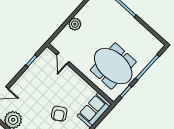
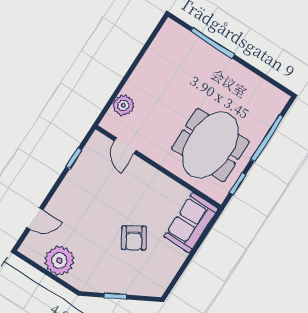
plant: (75, 24) -> (123, 105), moved
meeting table: (113, 66) -> (210, 145), turned 90

